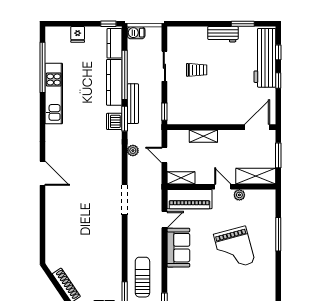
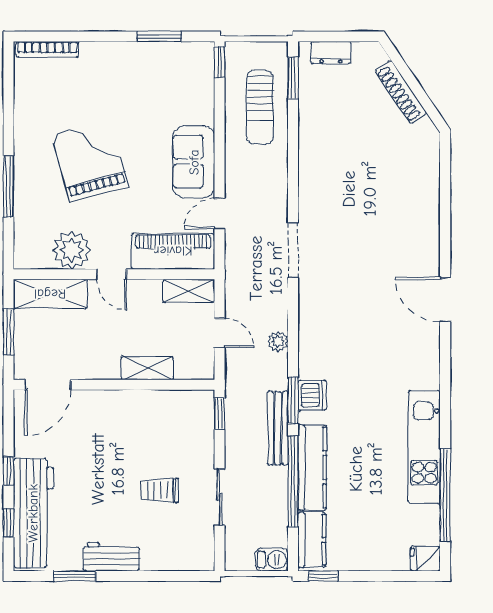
fridge: (78, 34) -> (425, 559), moved, turned -90
plant: (239, 195) -> (72, 250), width x1.87, depth x1.87

